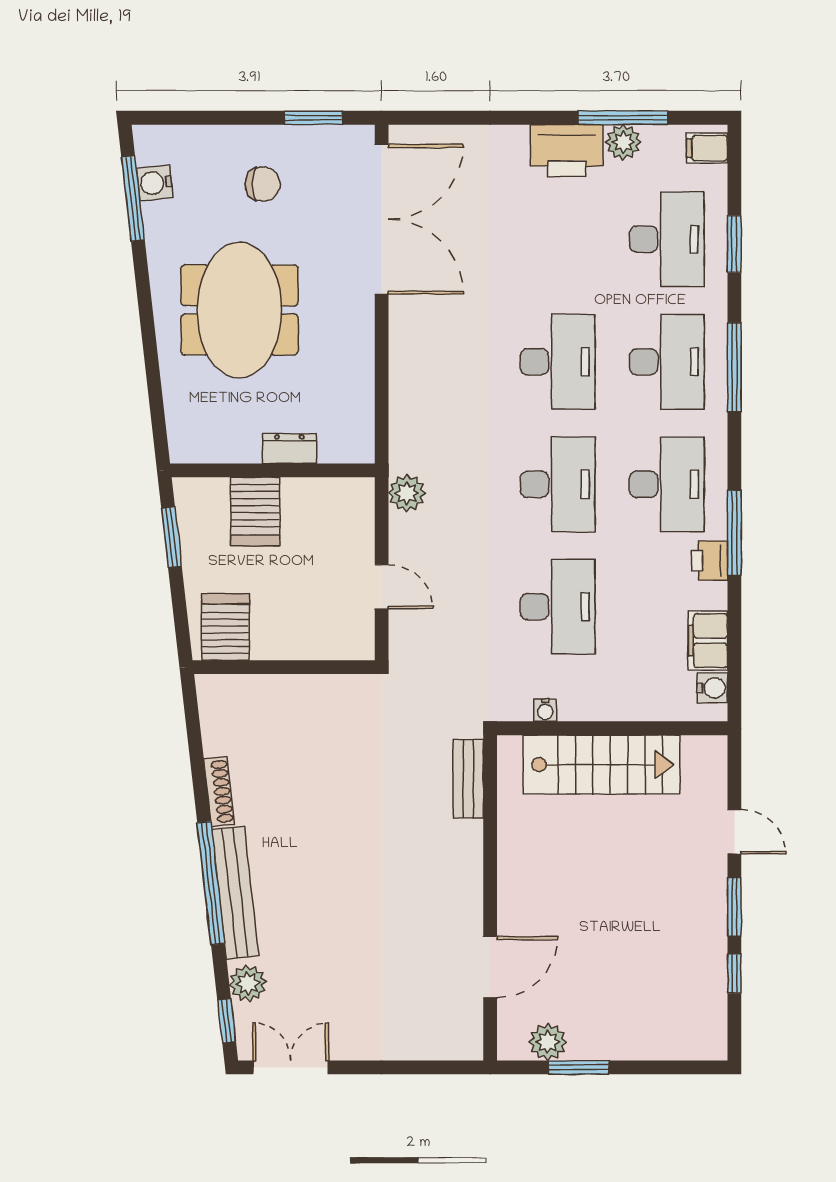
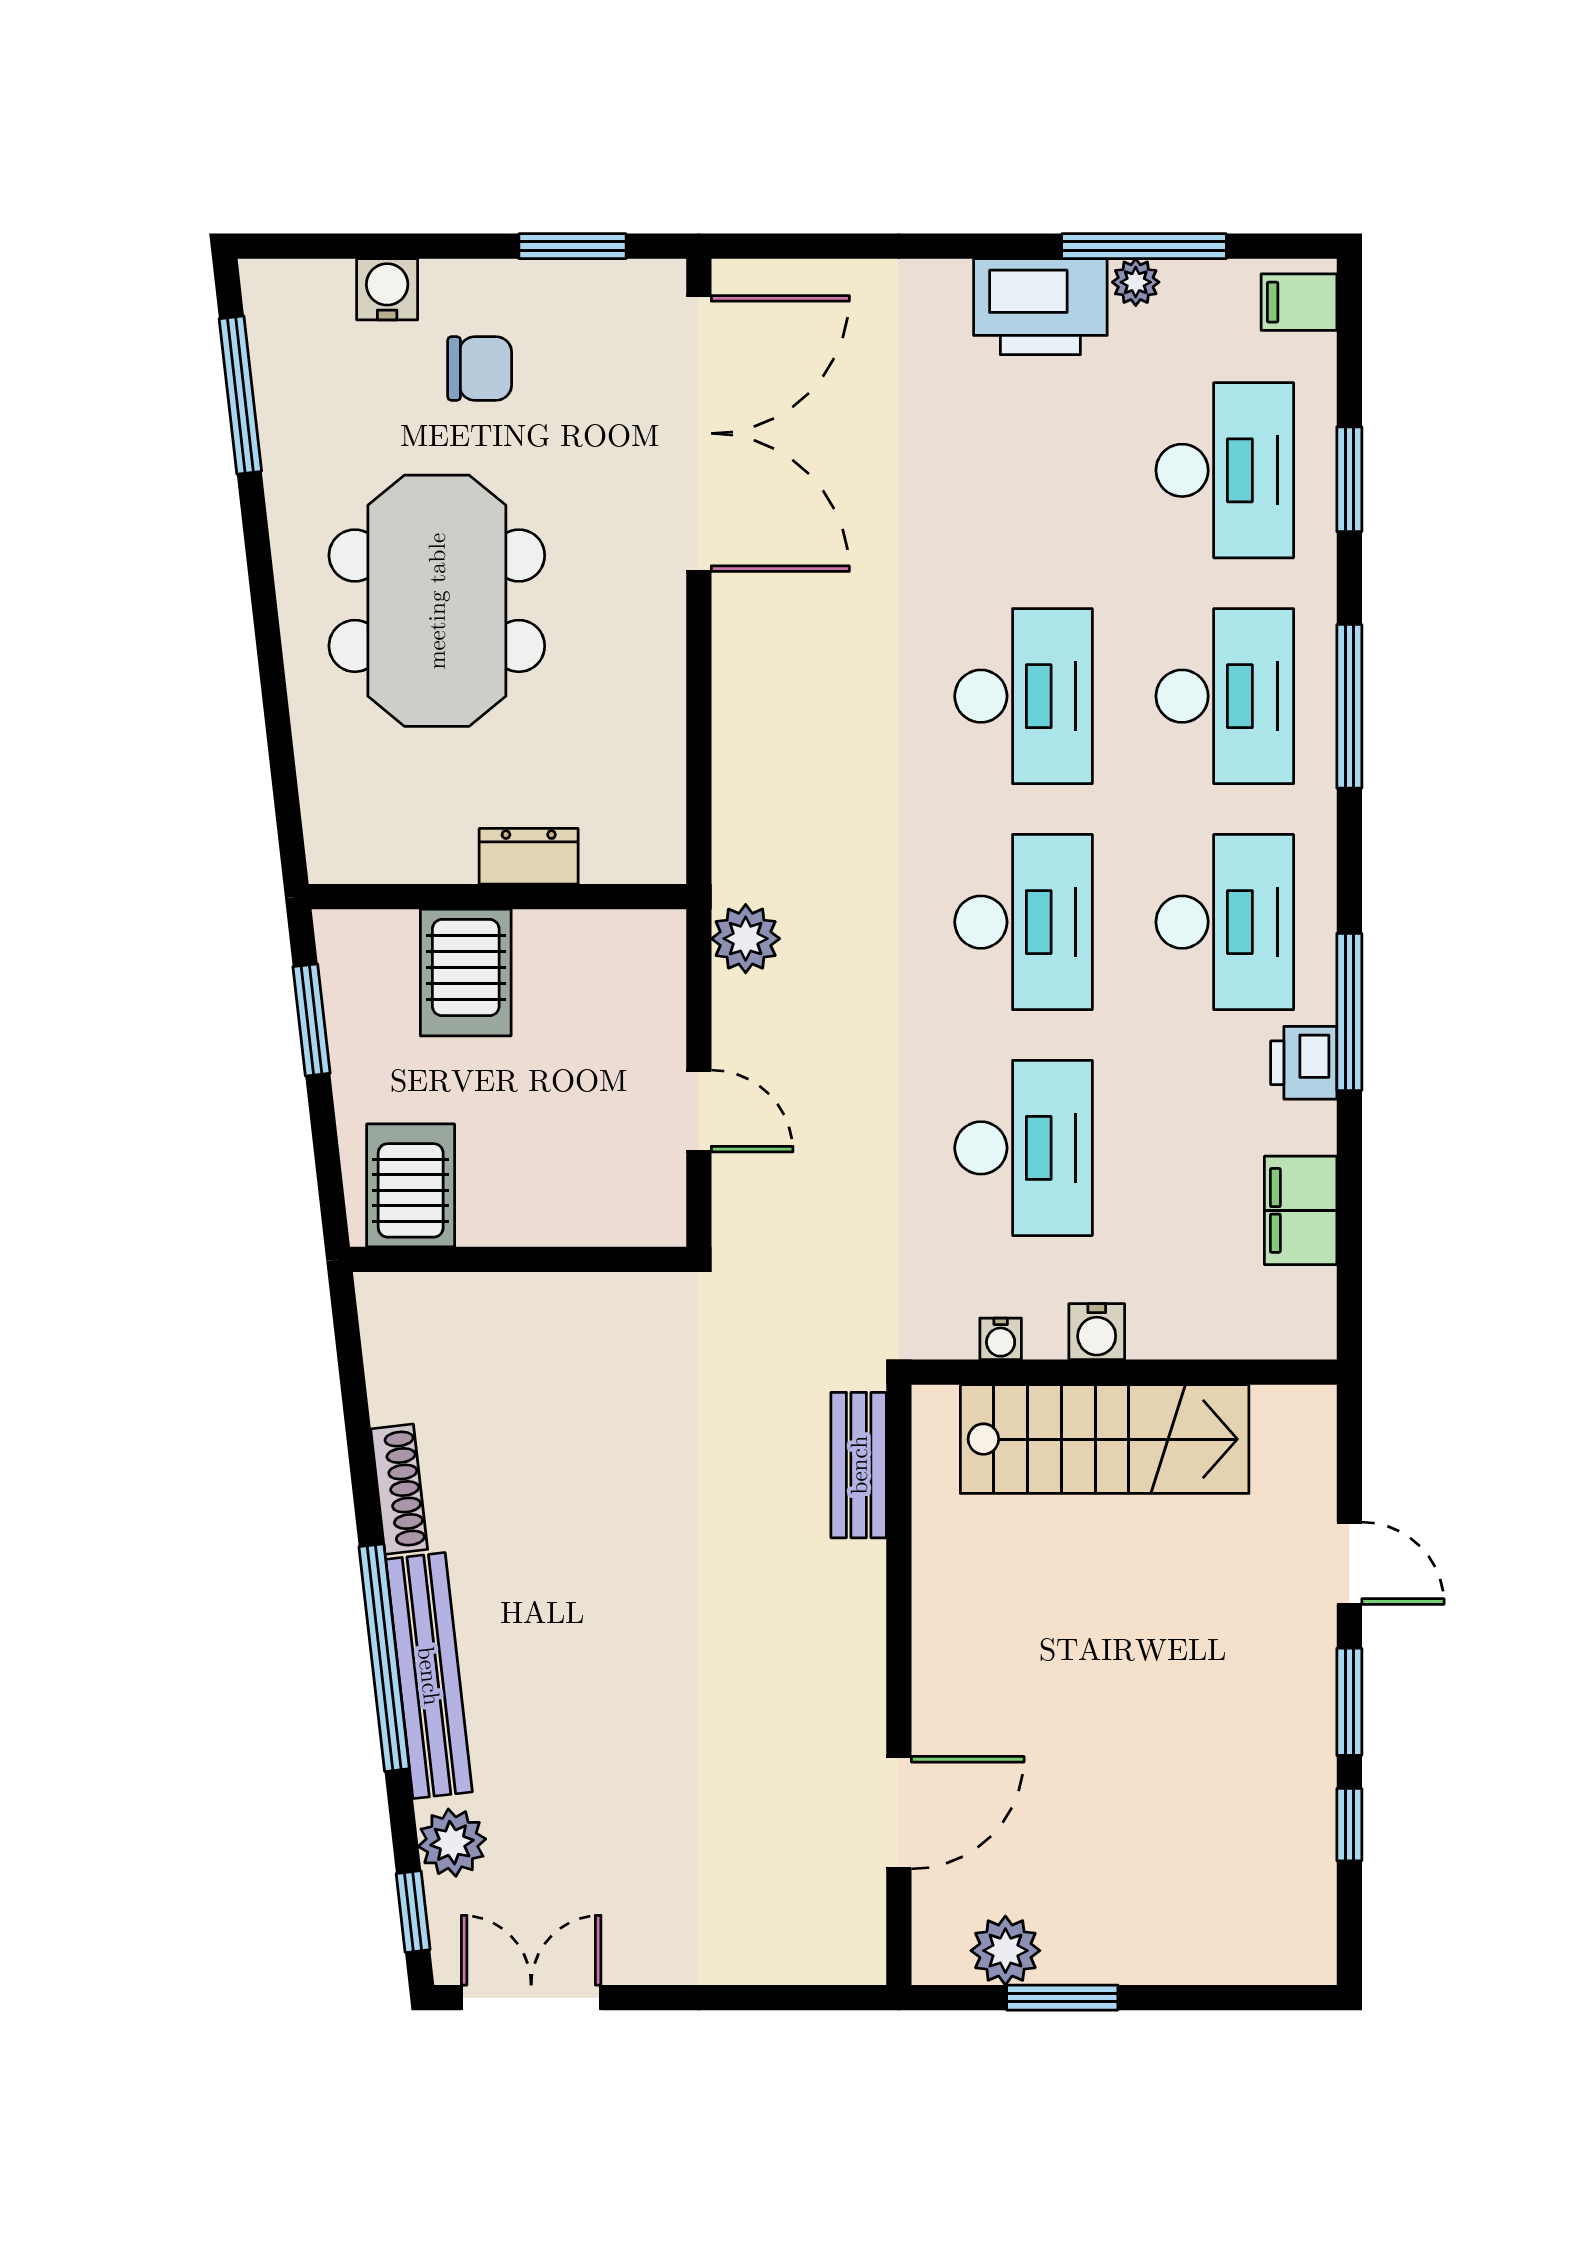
plant: (623, 142) -> (1136, 282), width x0.73, depth x0.73
water cooler: (155, 183) -> (387, 289), moved, turned 96
water cooler: (712, 688) -> (1097, 1332), moved, turned 90

